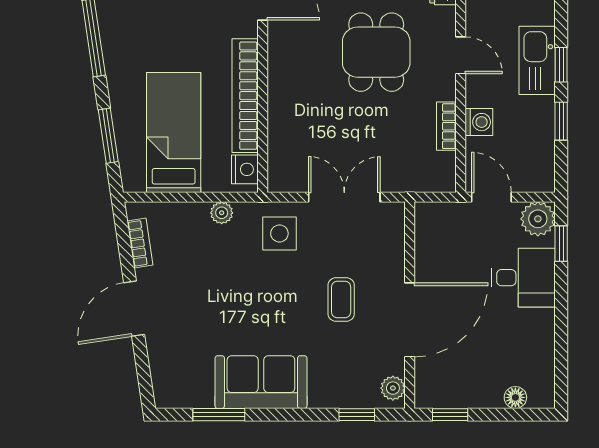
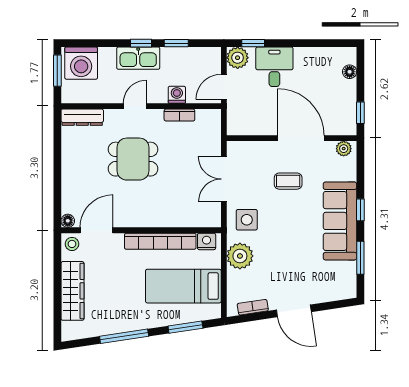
plant: (222, 213) -> (240, 256), width x1.88, depth x1.88
sofa: (261, 382) -> (340, 221), width x1.36
window: (357, 415) -> (360, 210), moved

